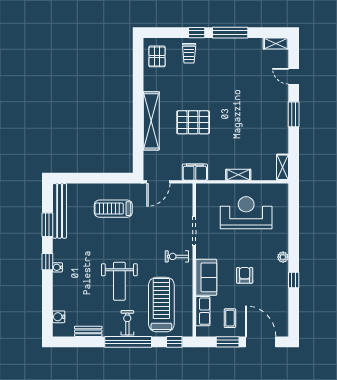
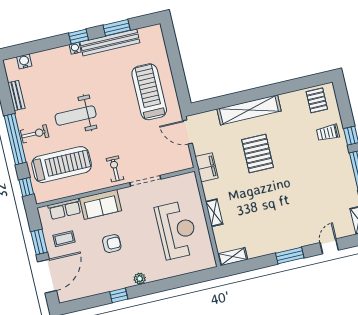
pallet: (157, 56) -> (317, 100), turned 90
treadmill: (113, 209) -> (149, 92), width x1.37, depth x1.38
bench: (60, 211) -> (110, 42), moved

